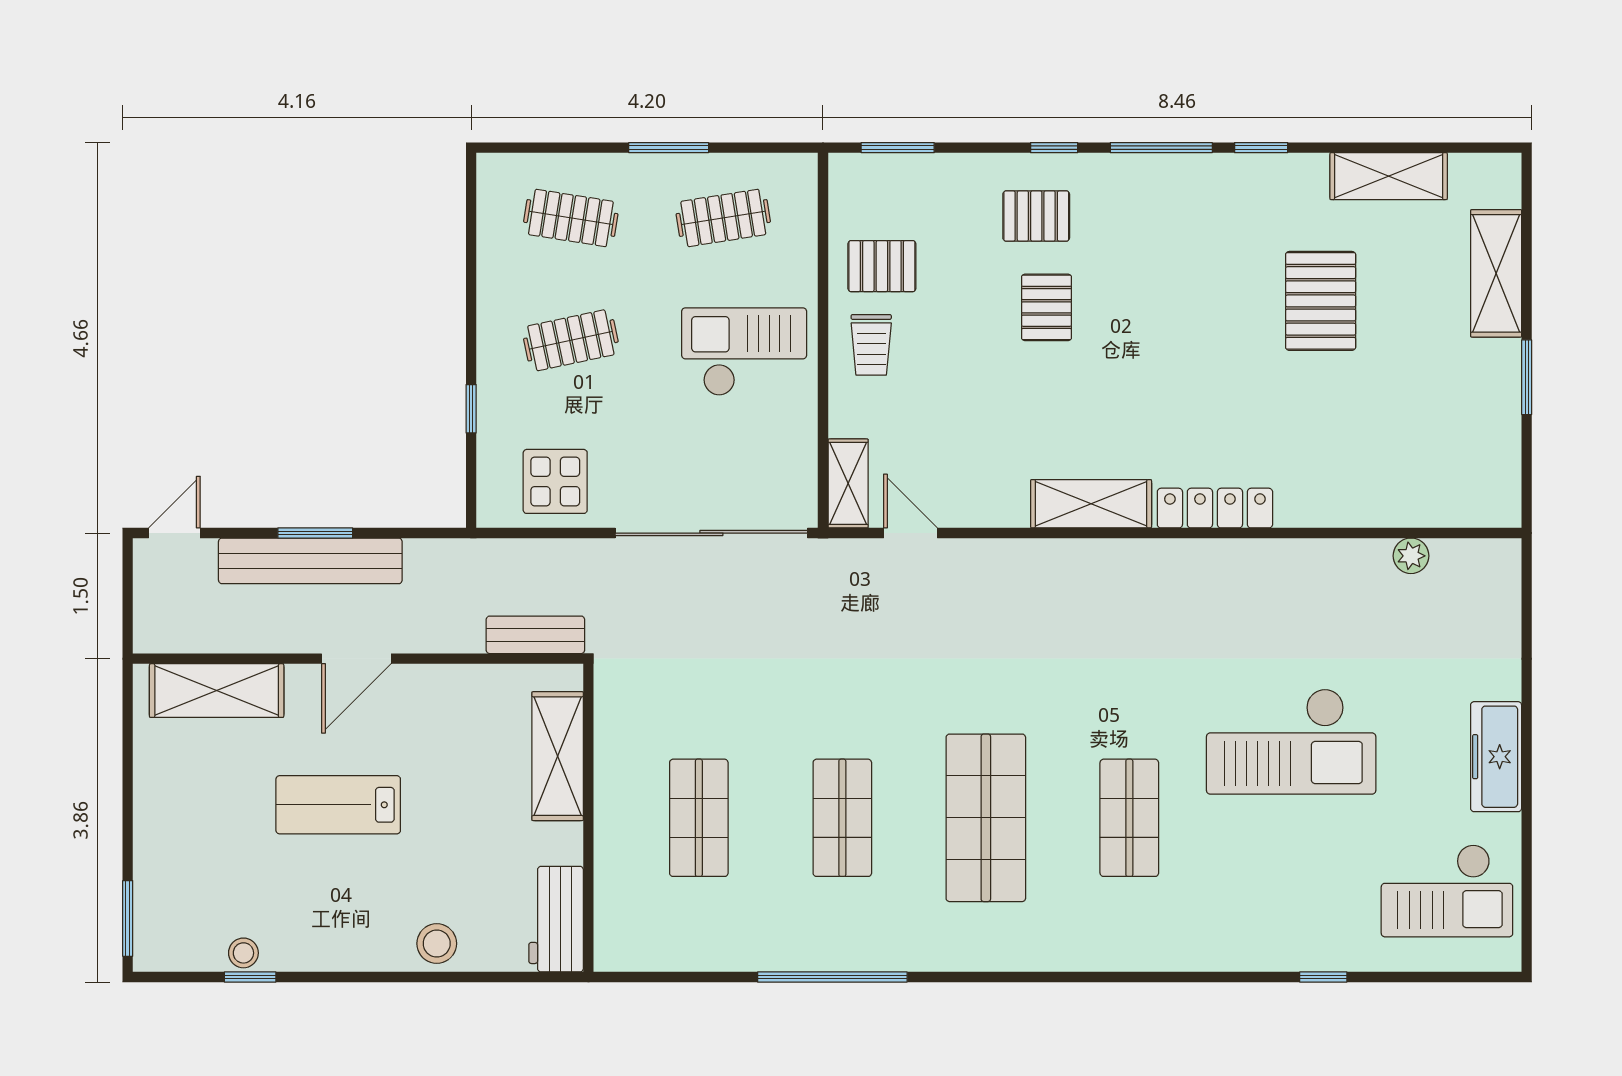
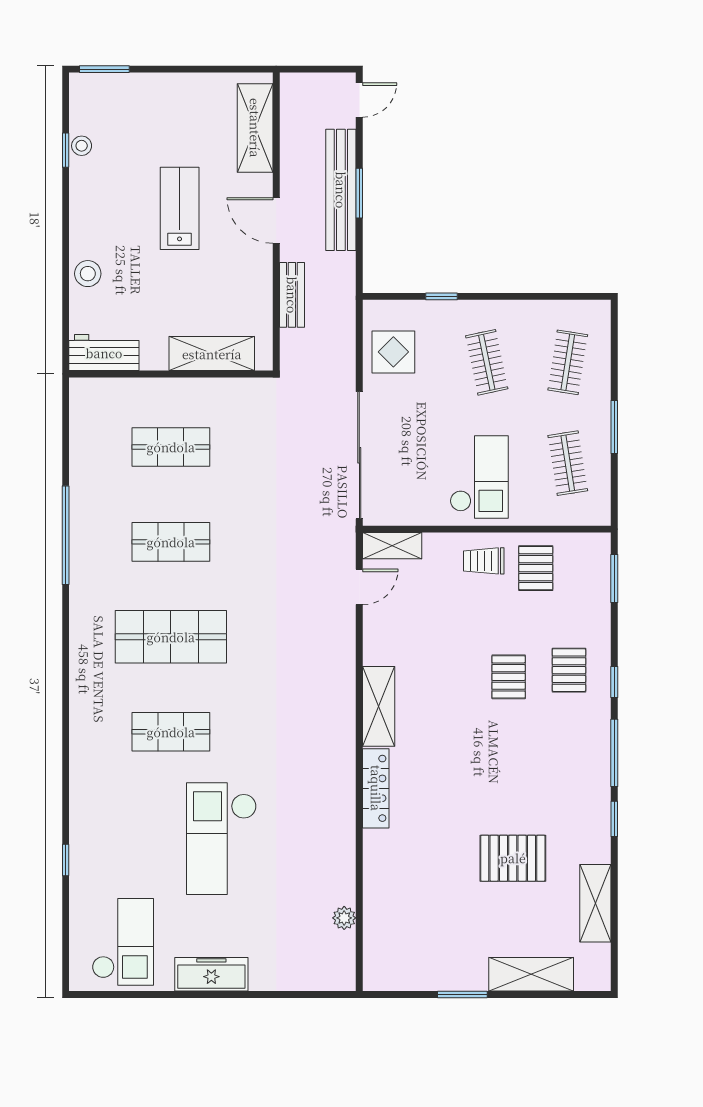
pallet: (1047, 307) -> (509, 677), turned 90
door: (174, 533) -> (359, 100), hinge flipped
bench: (535, 635) -> (292, 295), moved
checkout: (1447, 891) -> (123, 942), turned 180

